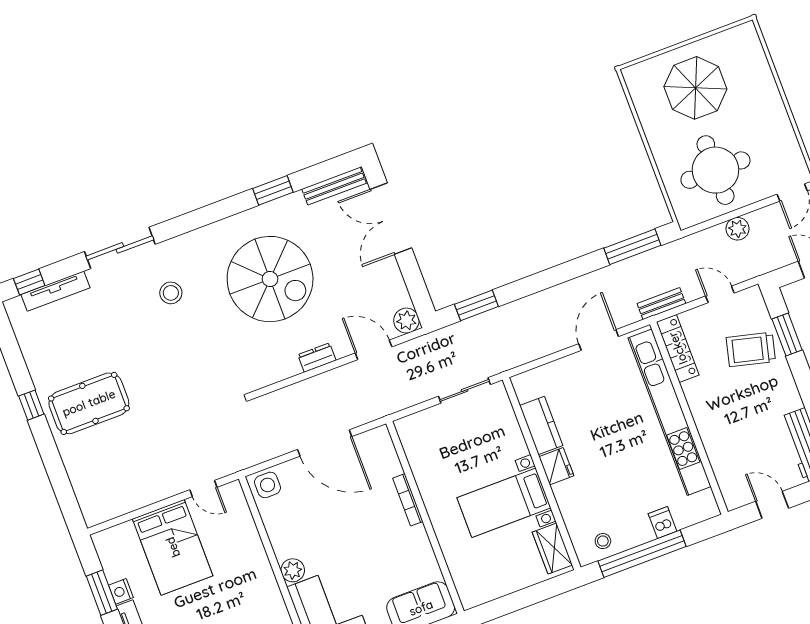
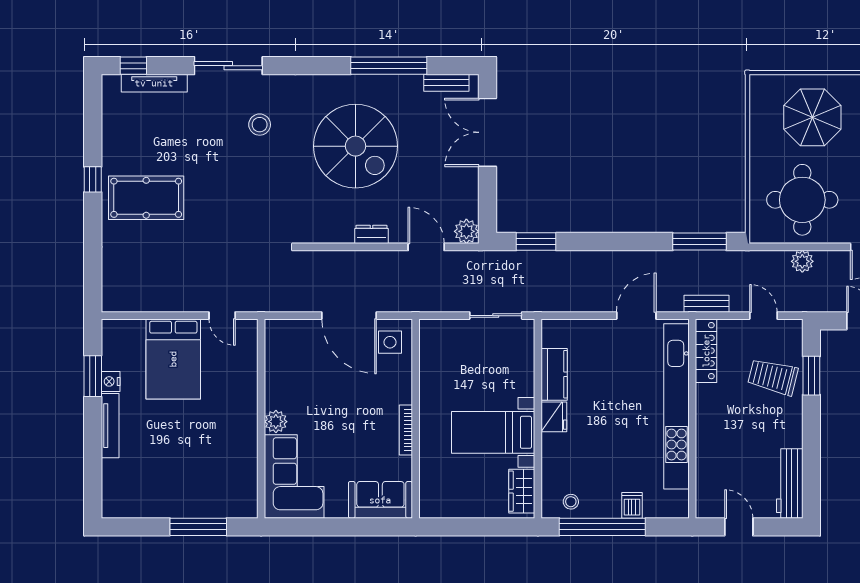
bench: (334, 186) -> (446, 83), width x0.73
window: (273, 190) -> (389, 66), width x2.11
side table: (268, 485) -> (390, 342), moved
bookcase: (408, 500) -> (406, 430), moved

